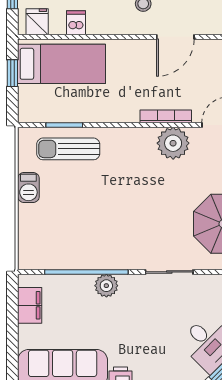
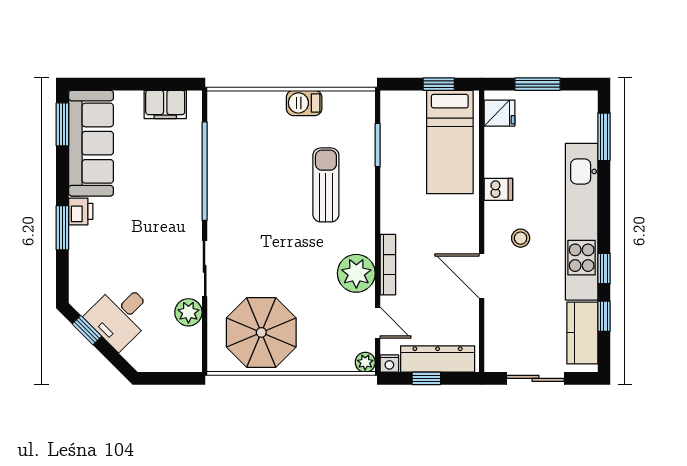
dishwasher: (76, 23) -> (498, 189), moved
sun lounger: (68, 149) -> (326, 185), moved
plant: (106, 286) -> (188, 312), moved

